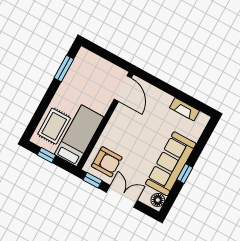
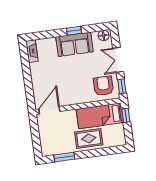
fireplace: (184, 109) -> (32, 51), moved
rug: (54, 126) -> (89, 138), moved
window: (47, 155) -> (126, 115), moved
sofa: (171, 164) -> (74, 44), width x0.73

